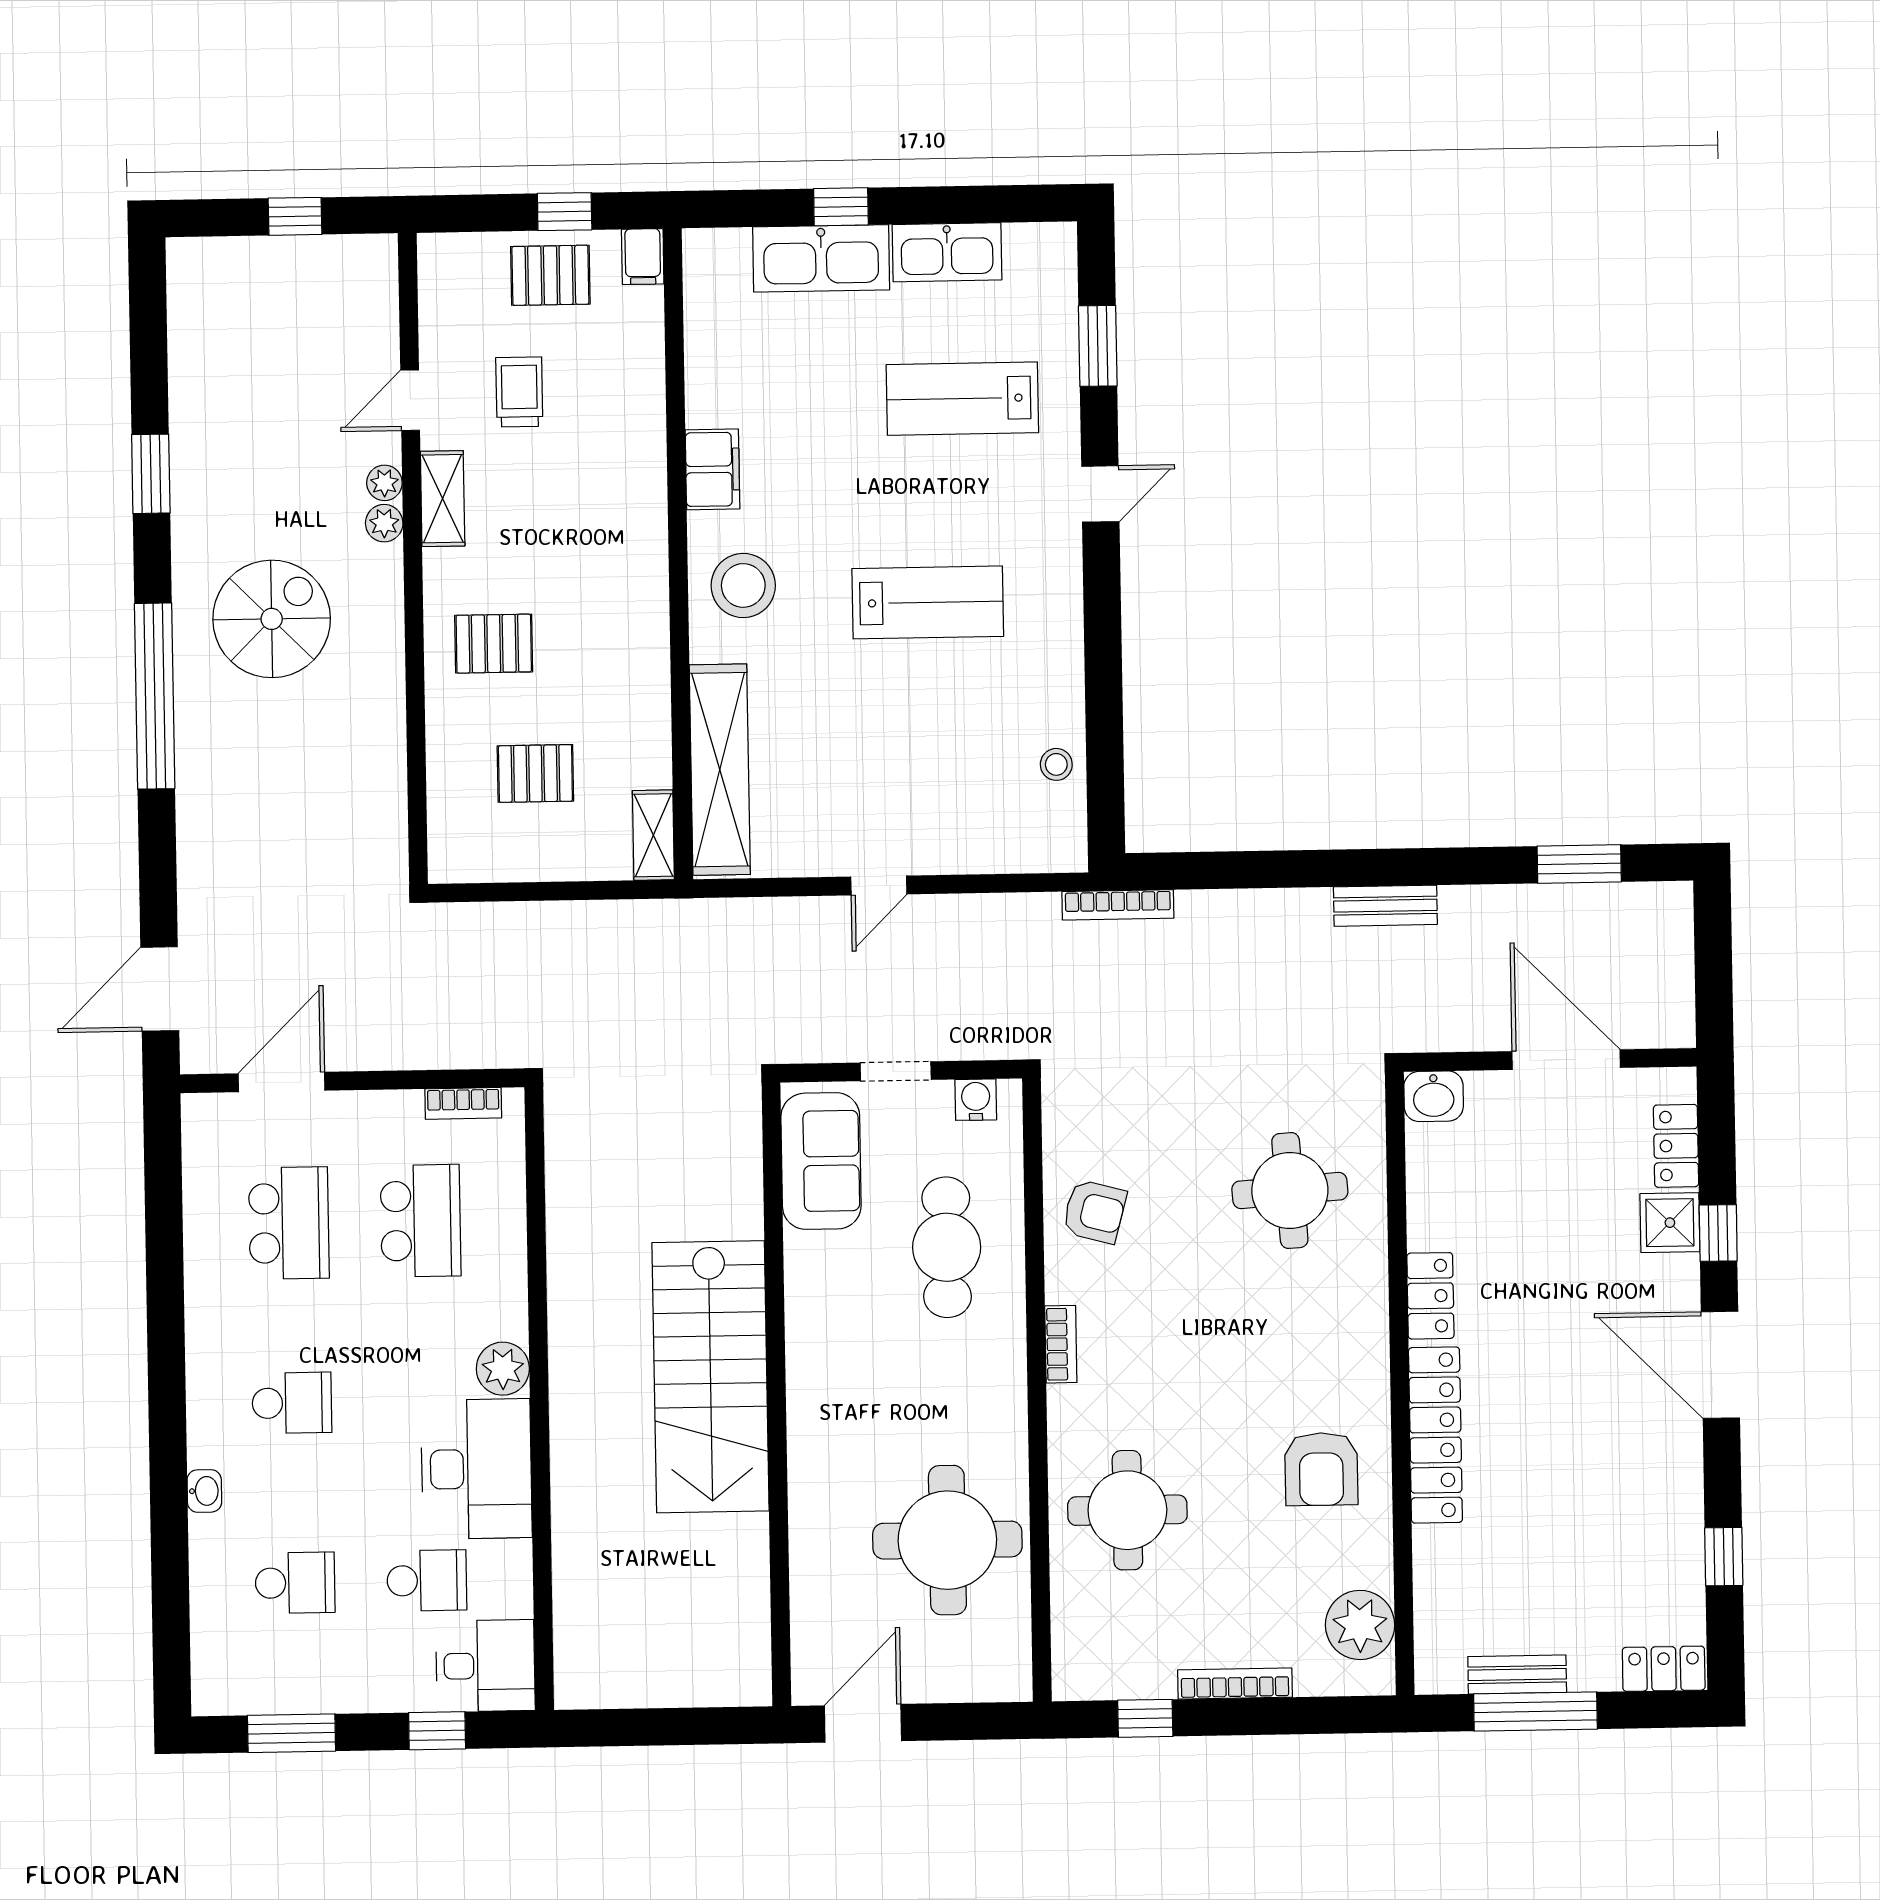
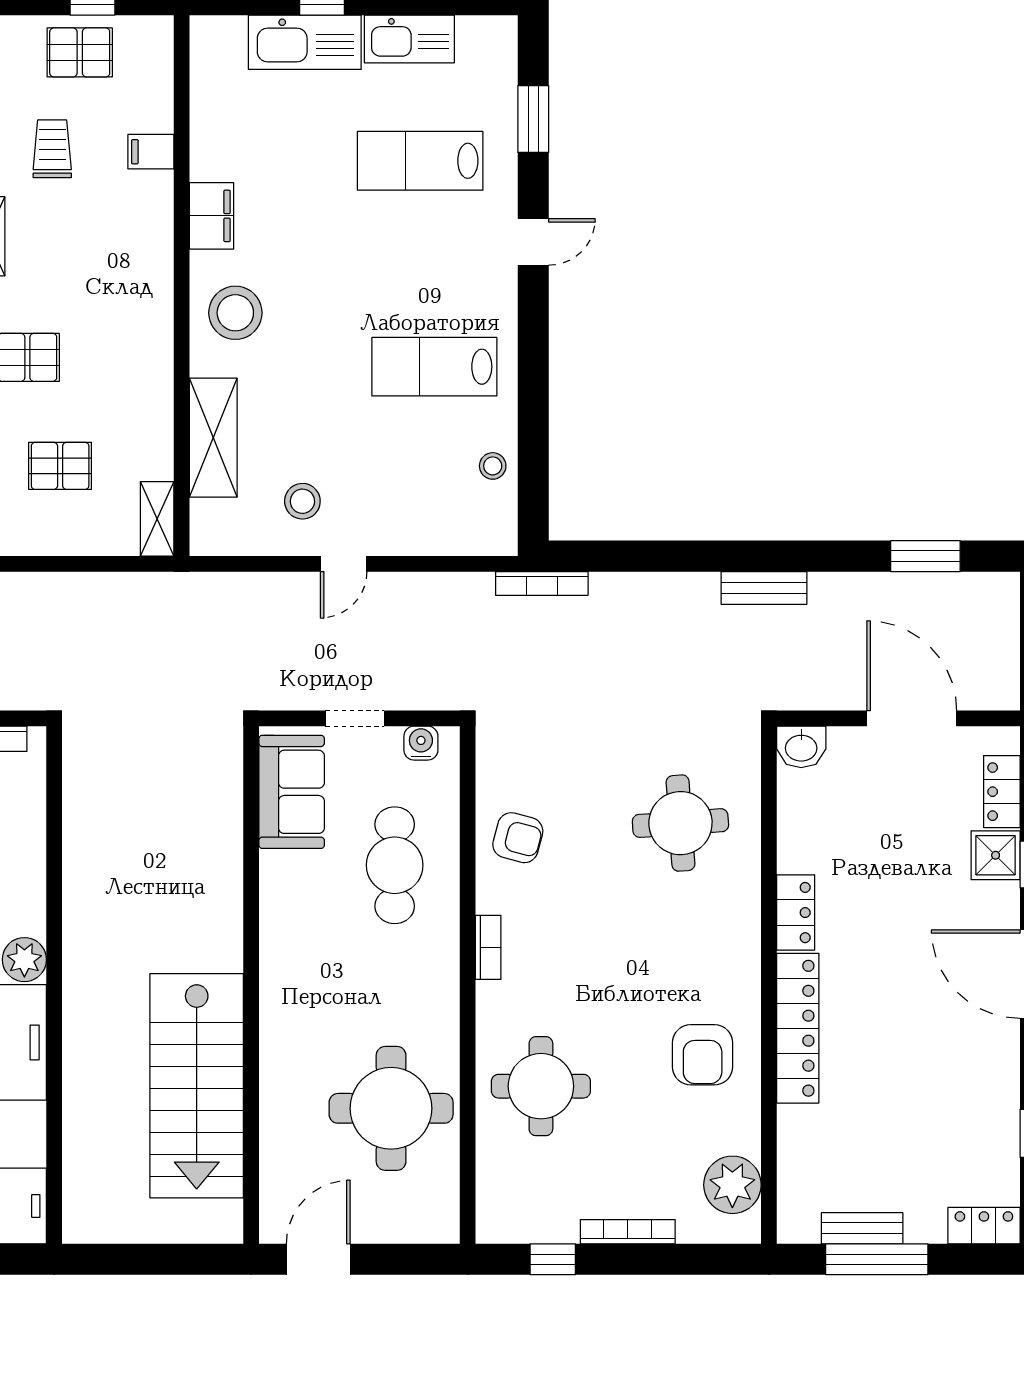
filing cabinet: (643, 257) -> (151, 152), moved, turned 90
lab bench: (928, 602) -> (434, 367), moved, turned 180
shelving: (720, 770) -> (213, 438), width x0.68
stool: (828, 811) -> (302, 501), added
stairs: (711, 1377) -> (197, 1086), moved

